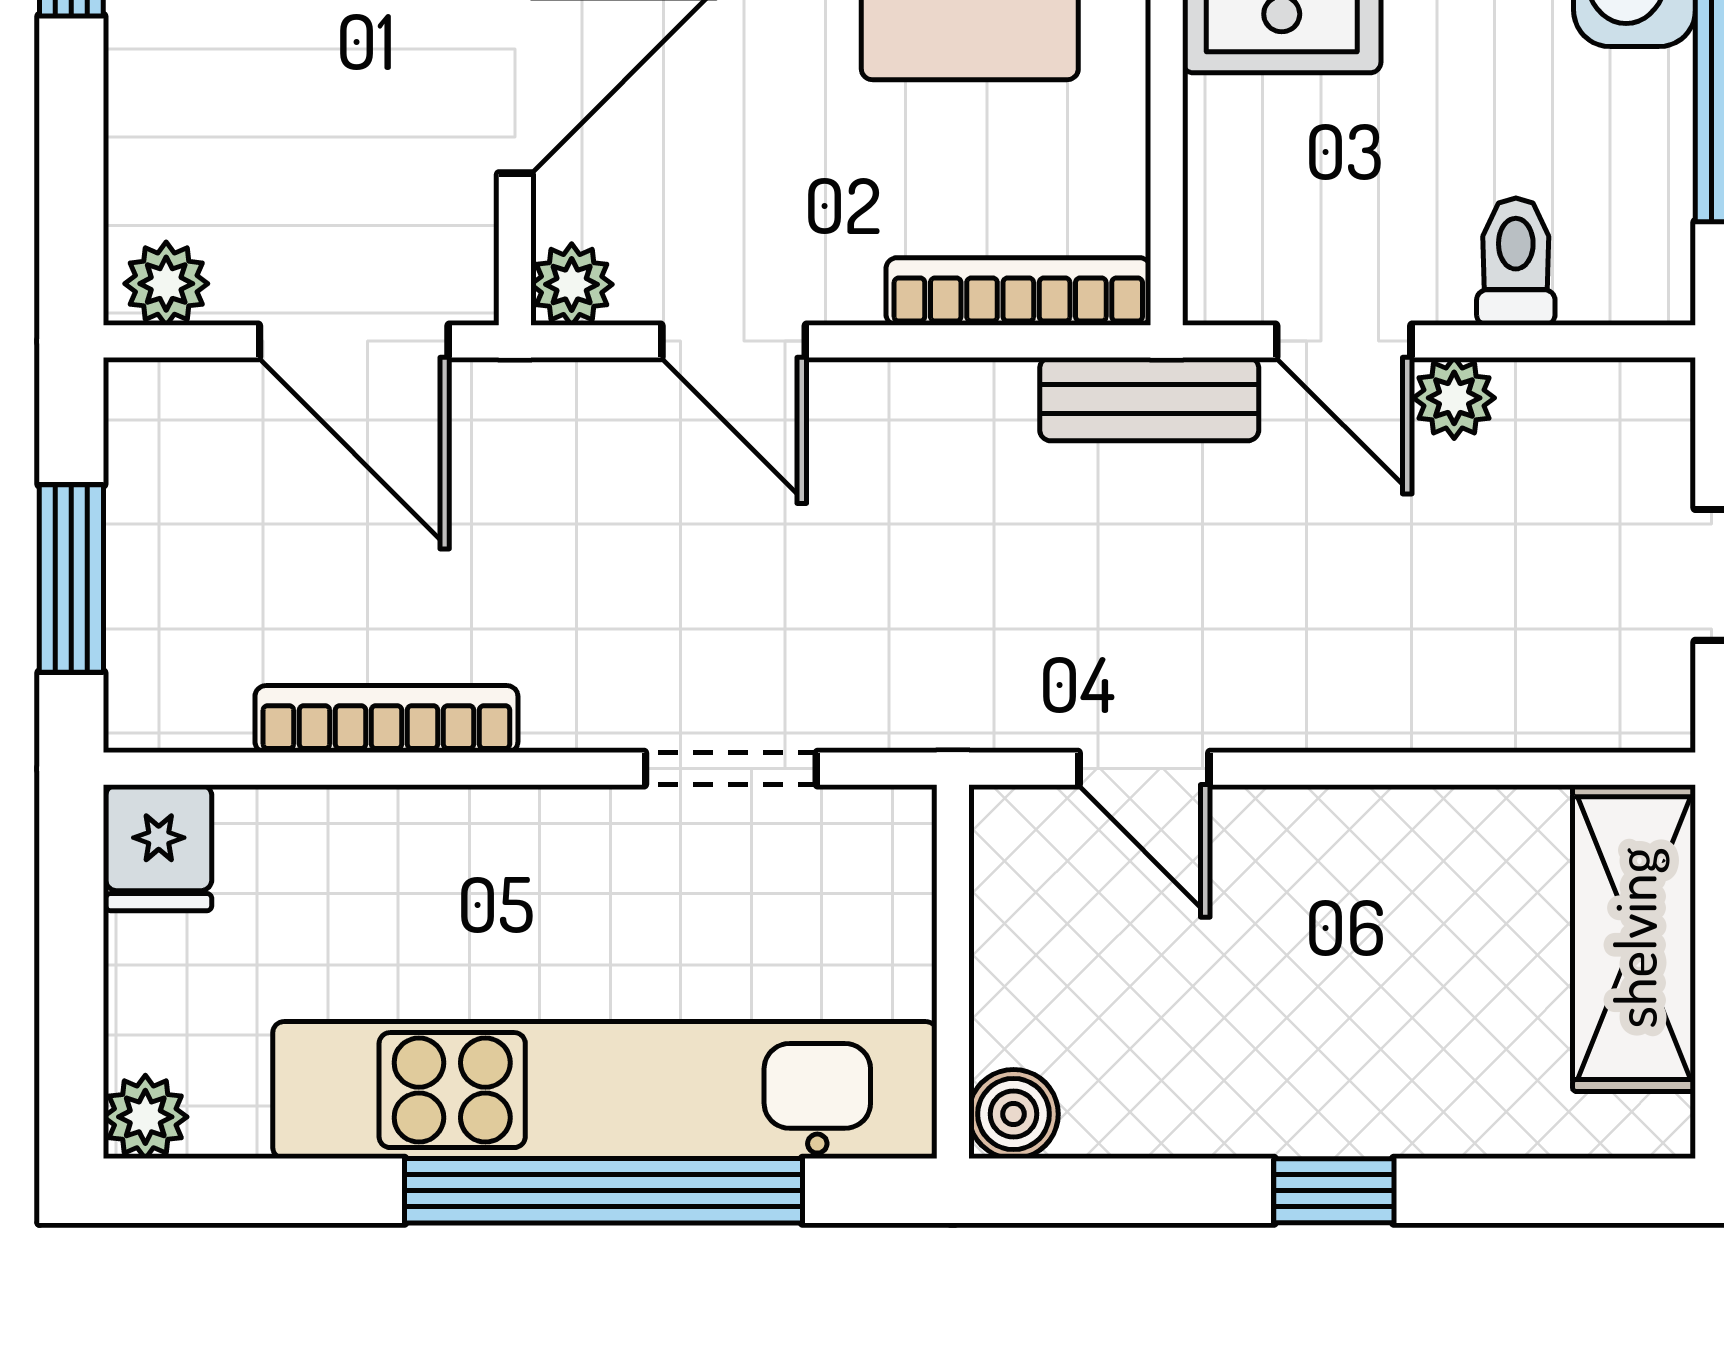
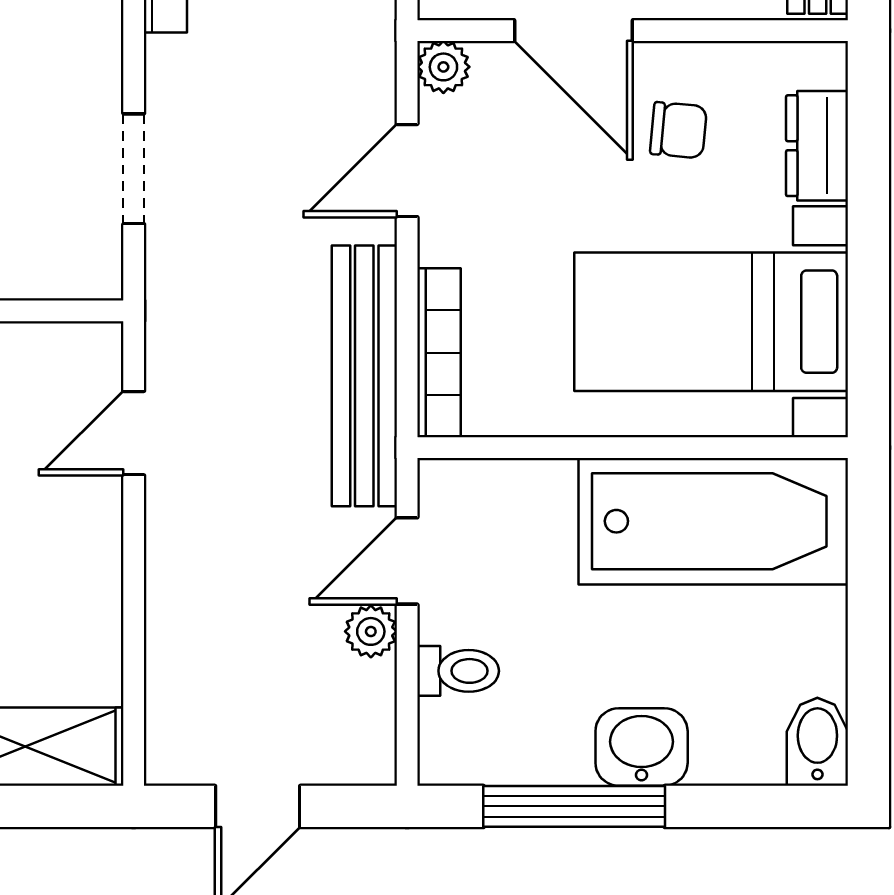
bench: (1149, 399) -> (364, 376), width x1.86, depth x1.21

